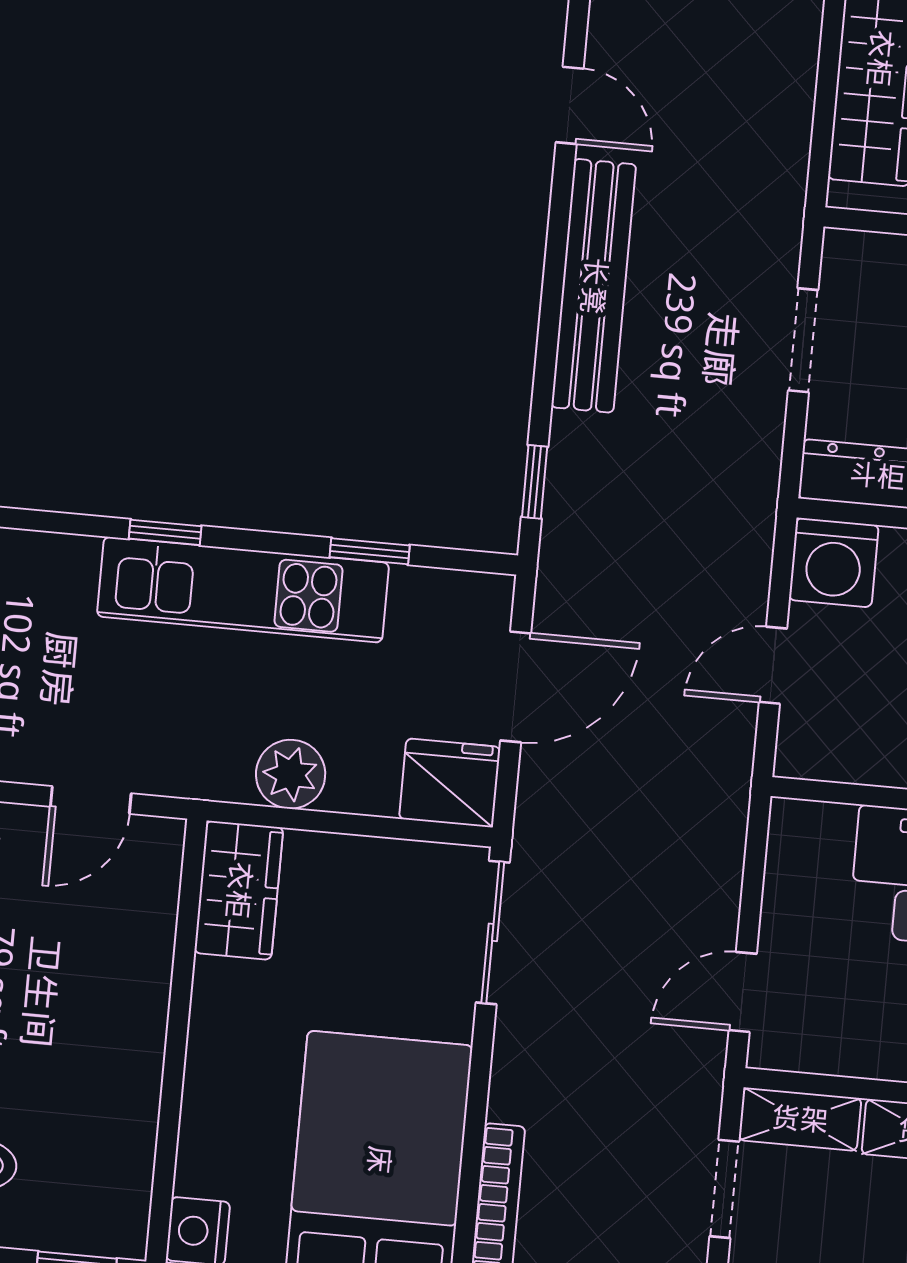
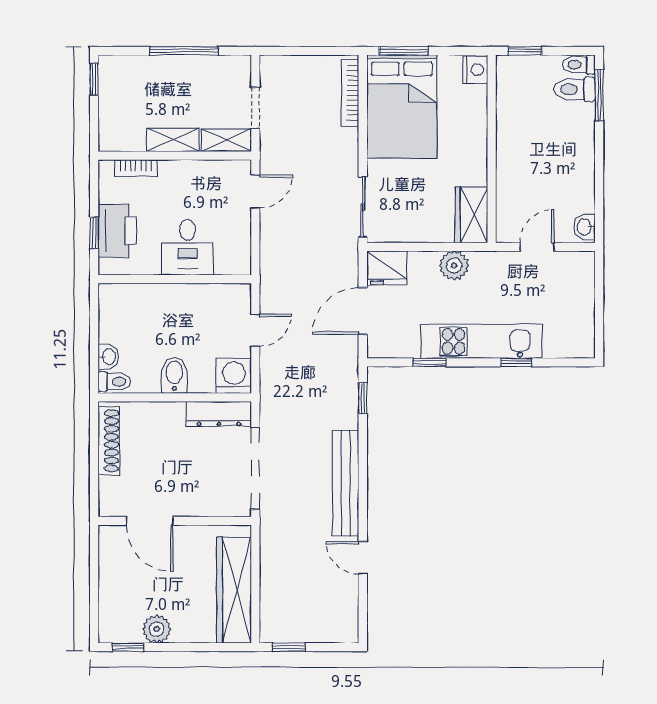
doorway: (803, 340) -> (255, 468), width x1.88

